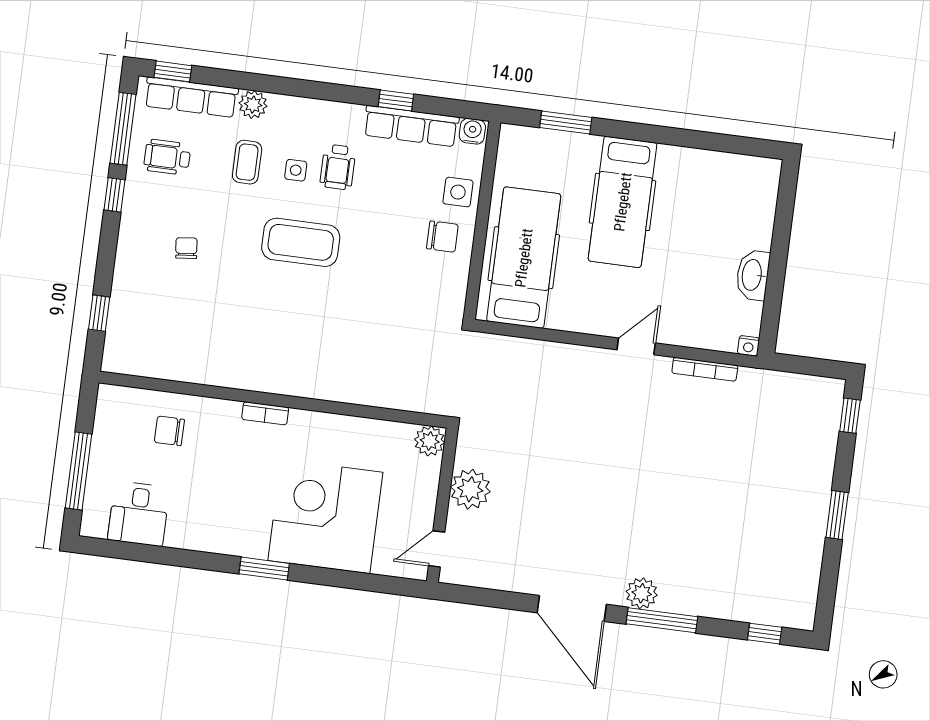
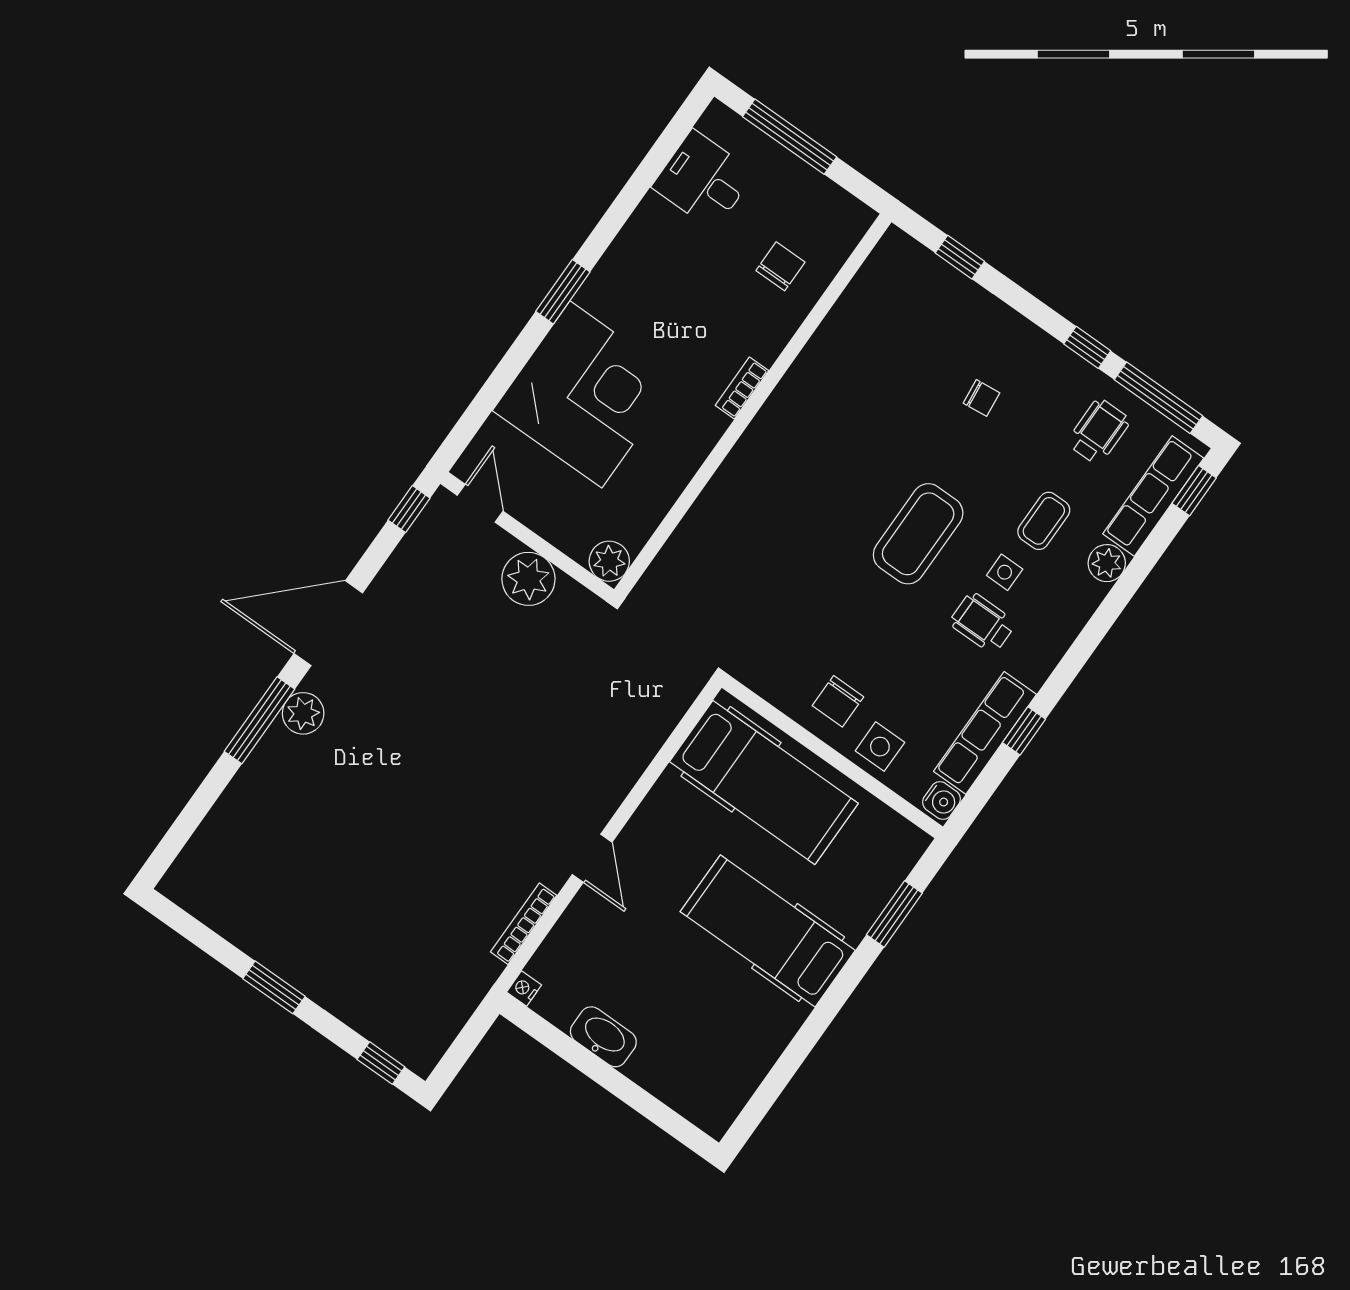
coffee table: (247, 162) -> (1044, 521), turned 90
window: (765, 634) -> (409, 509), moved

